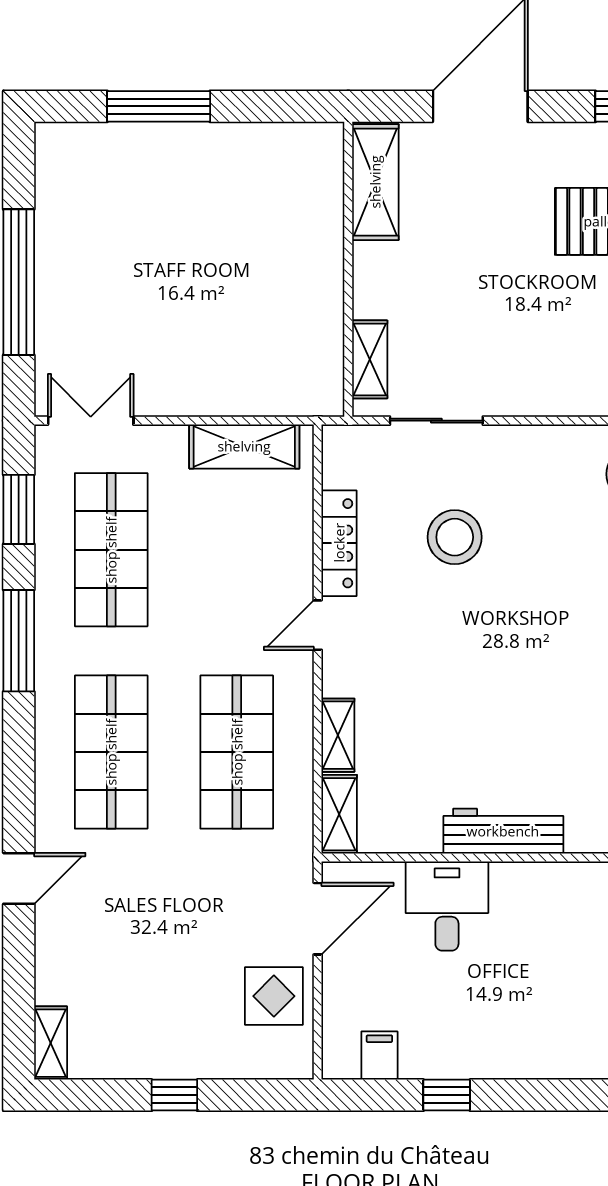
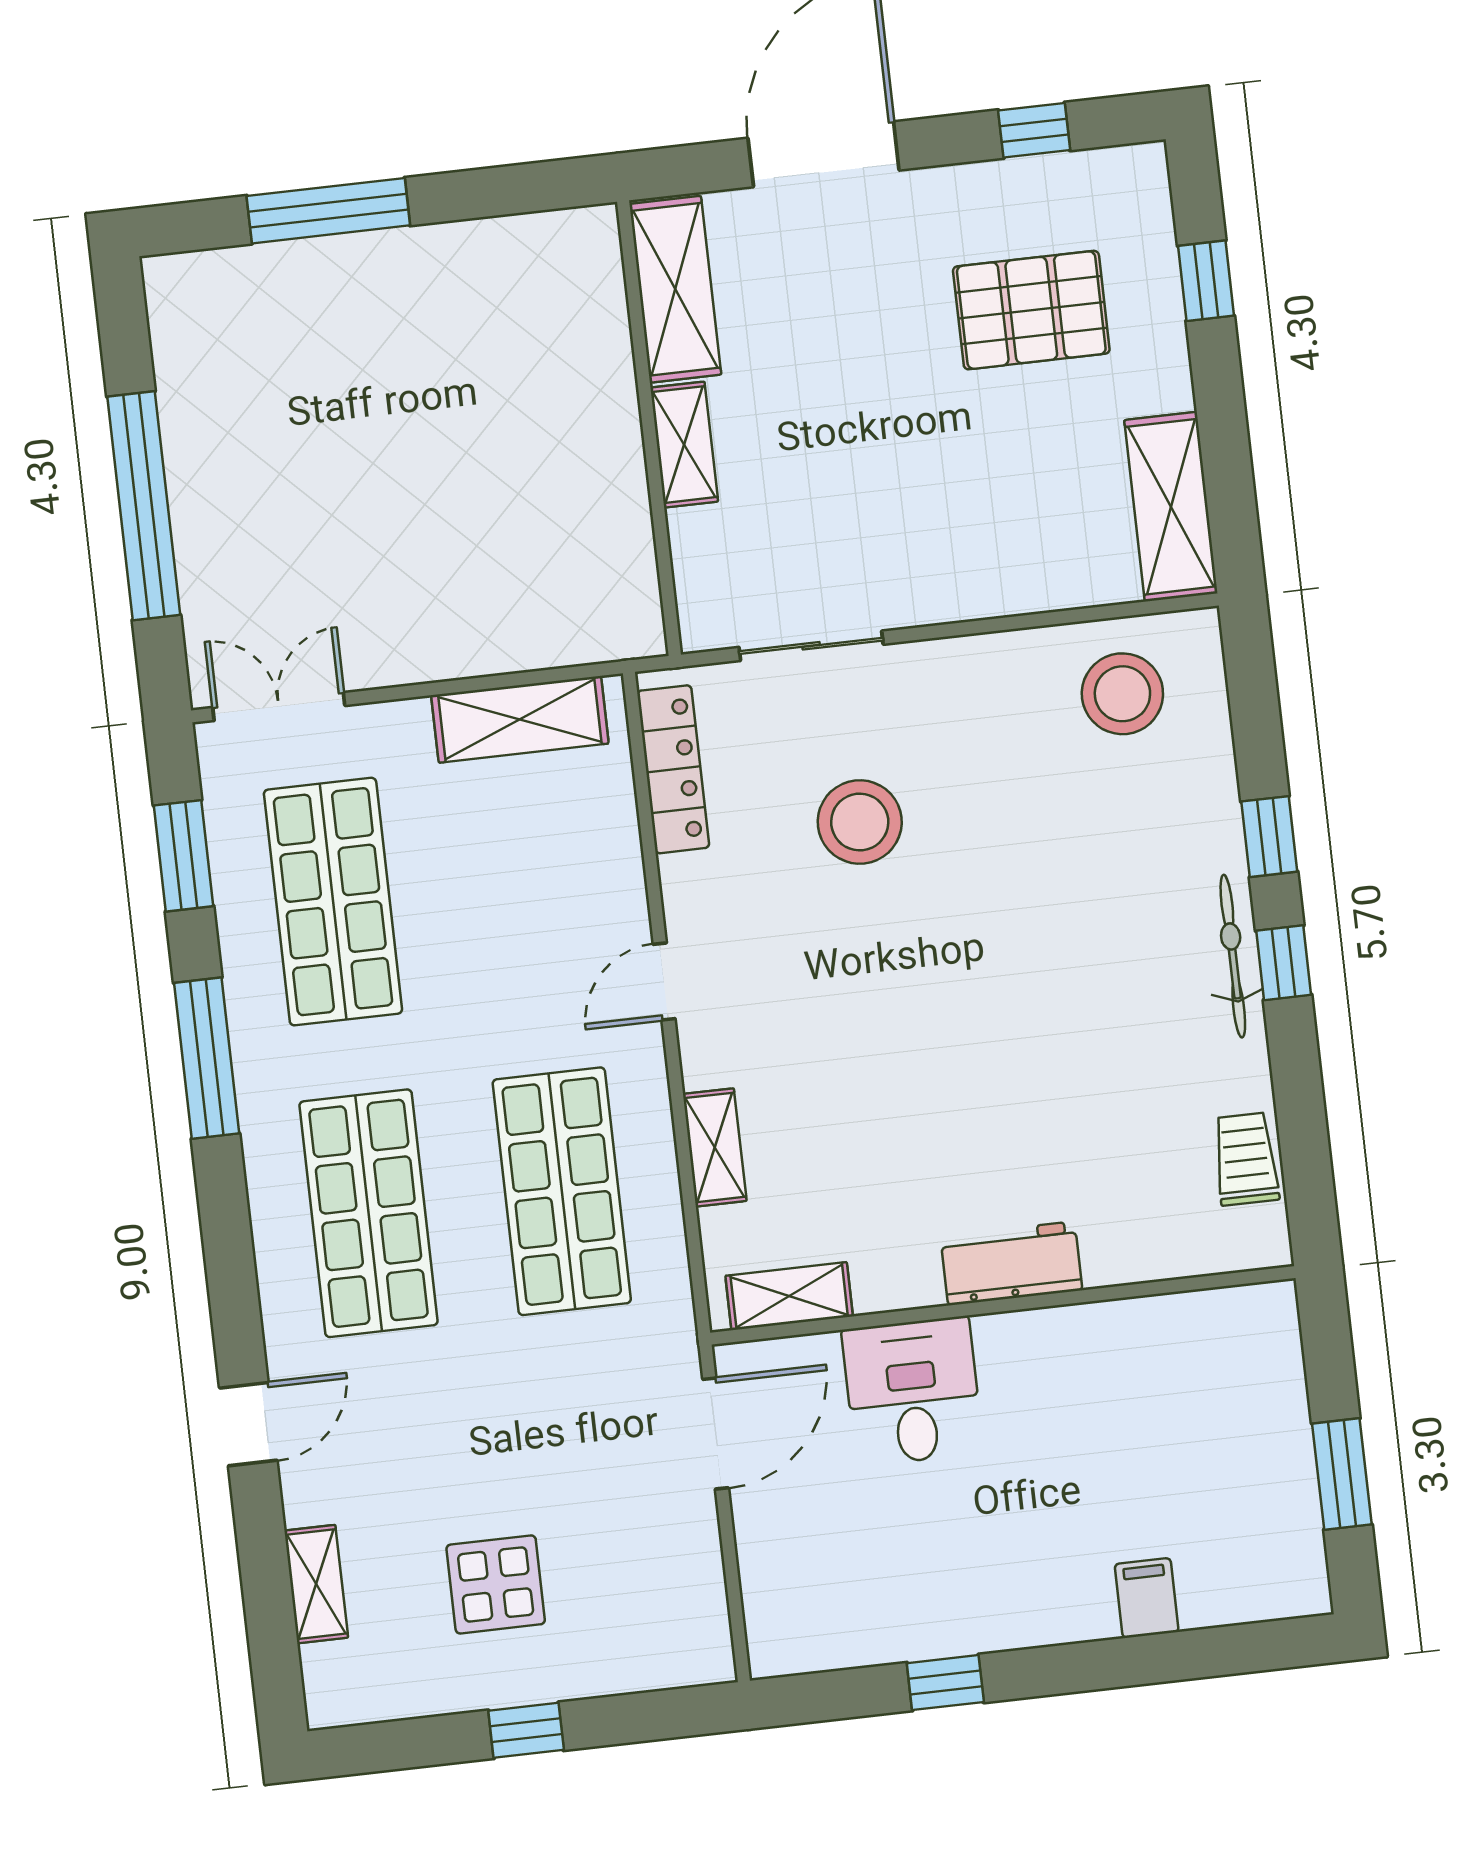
shelving: (370, 359) -> (684, 445), moved
locker: (339, 543) -> (673, 769), moved
shelving: (339, 814) -> (789, 1296), moved, turned 90
workbench: (503, 831) -> (1011, 1263), width x0.73
display table: (274, 996) -> (496, 1584), moved
shelving: (51, 1043) -> (316, 1584), moved
filing cabinet: (379, 1056) -> (1147, 1598), moved

